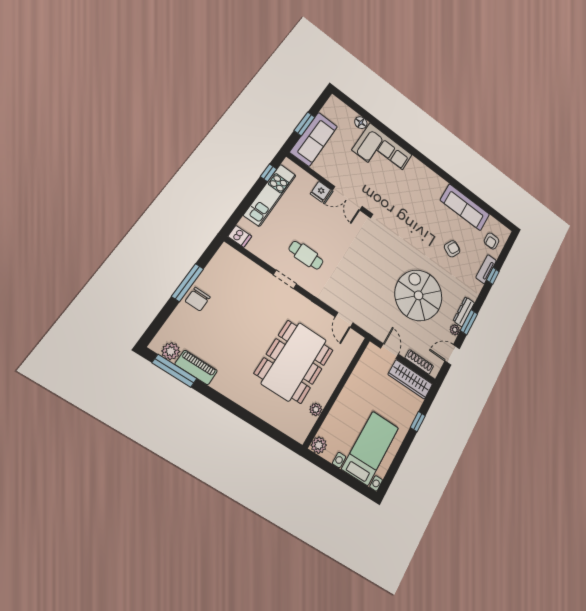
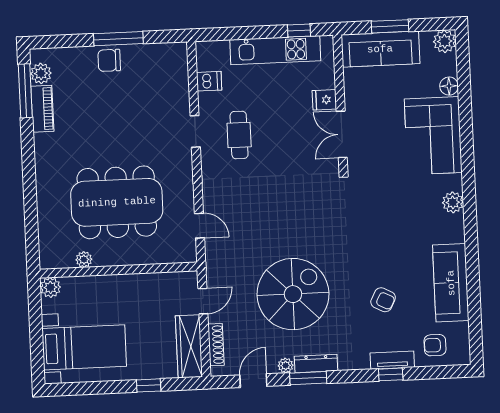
plant: (335, 104) -> (445, 41), added
plant: (424, 172) -> (453, 202), added
dishwasher: (240, 236) -> (209, 81), moved, turned -90
door: (344, 320) -> (200, 226), swing flipped
door: (452, 355) -> (253, 381), hinge flipped

